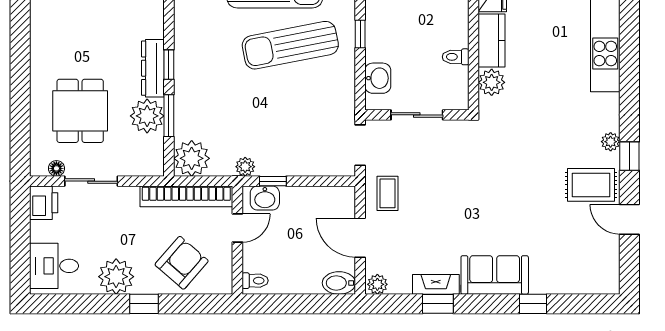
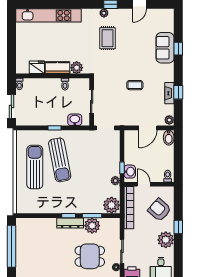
rug: (591, 185) -> (108, 38), moved
coffee table: (388, 193) -> (135, 85), moved
sofa: (495, 275) -> (165, 48), moved

